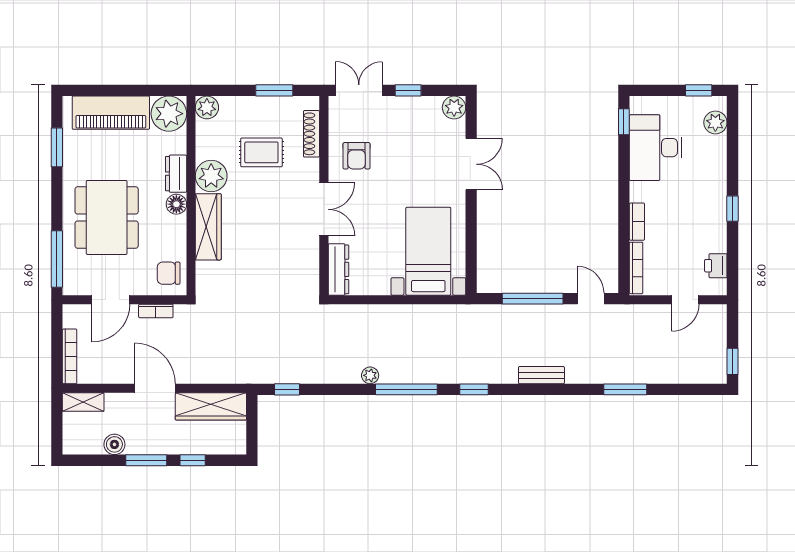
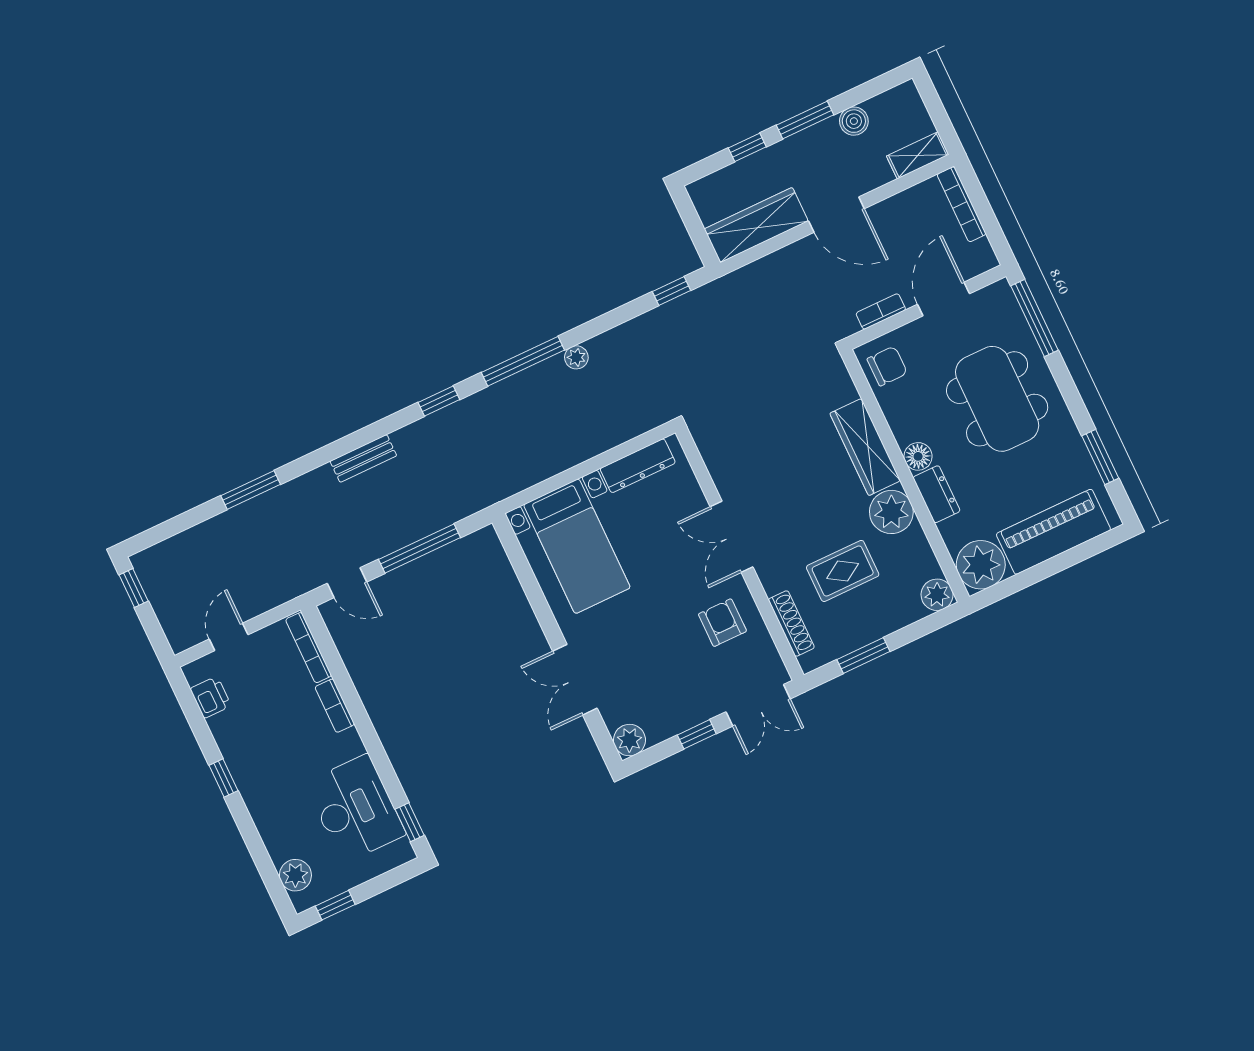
dresser: (338, 269) -> (638, 466), moved, turned -90

